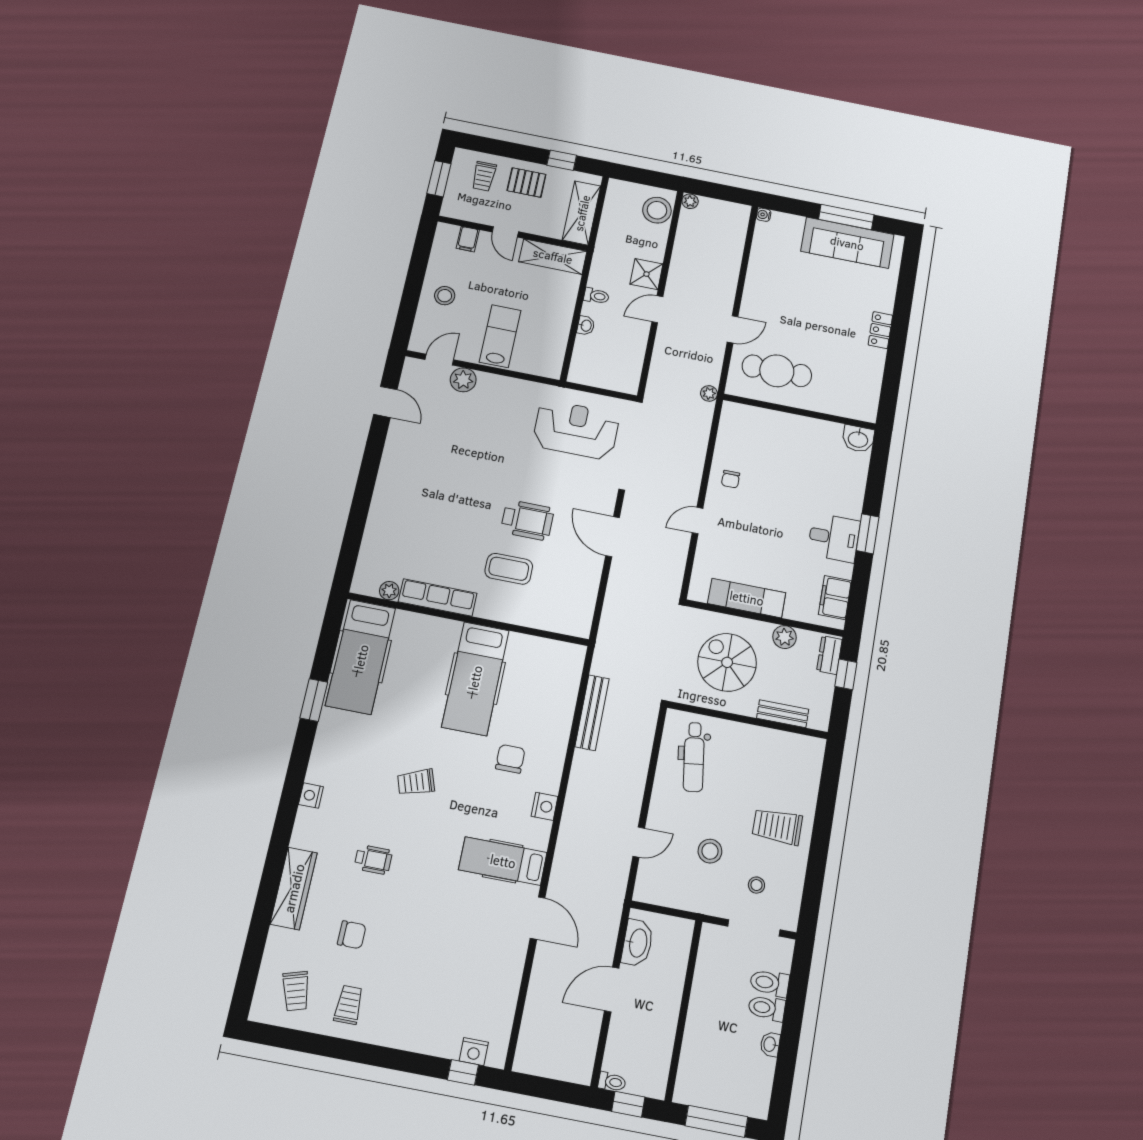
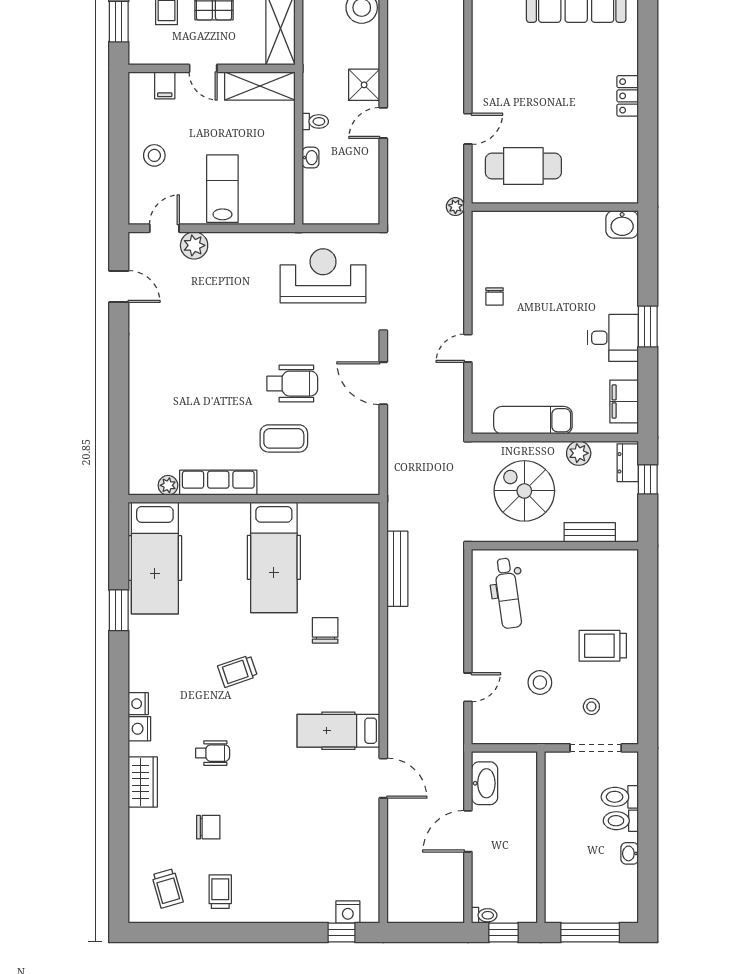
nightstand: (545, 806) -> (139, 729), moved, turned 180
wardrobe: (294, 888) -> (143, 782), width x0.67

